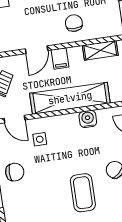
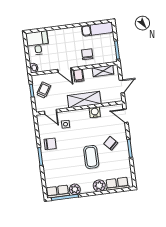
door: (37, 50) -> (64, 70), hinge flipped
shelving: (70, 98) -> (84, 100), width x0.68

